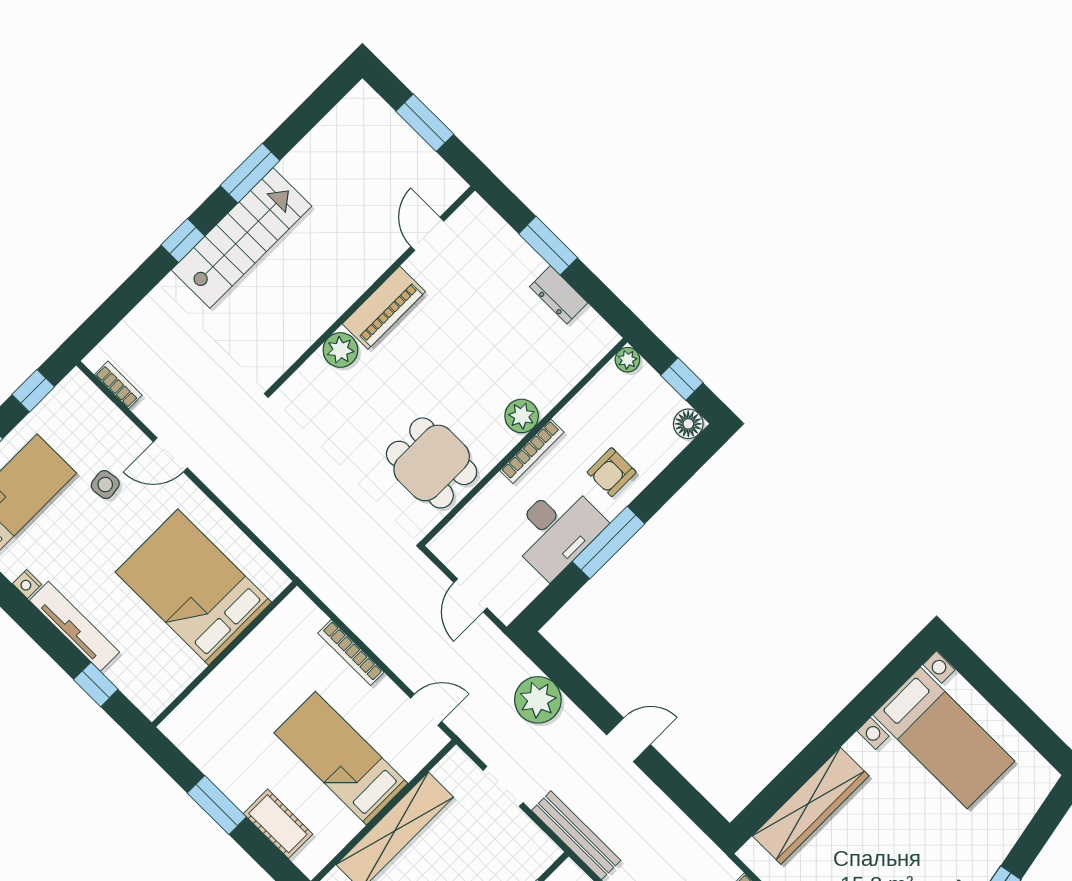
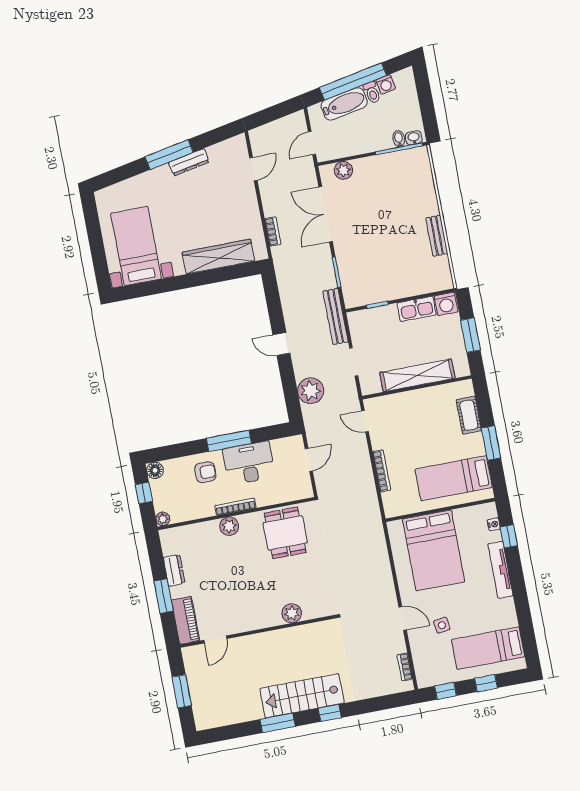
piano: (384, 308) -> (186, 620), moved, turned 90
nightstand: (27, 584) -> (494, 524), moved
bed: (341, 758) -> (454, 478), moved, turned 90

